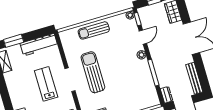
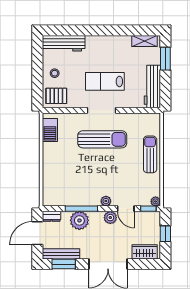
plant: (154, 47) -> (110, 218), added
plant: (163, 71) -> (79, 220), added
window: (202, 74) -> (64, 264), added
lab bench: (46, 84) -> (105, 81), turned 180

